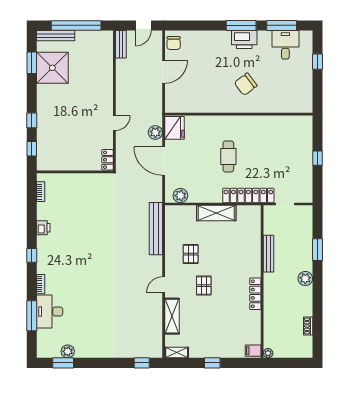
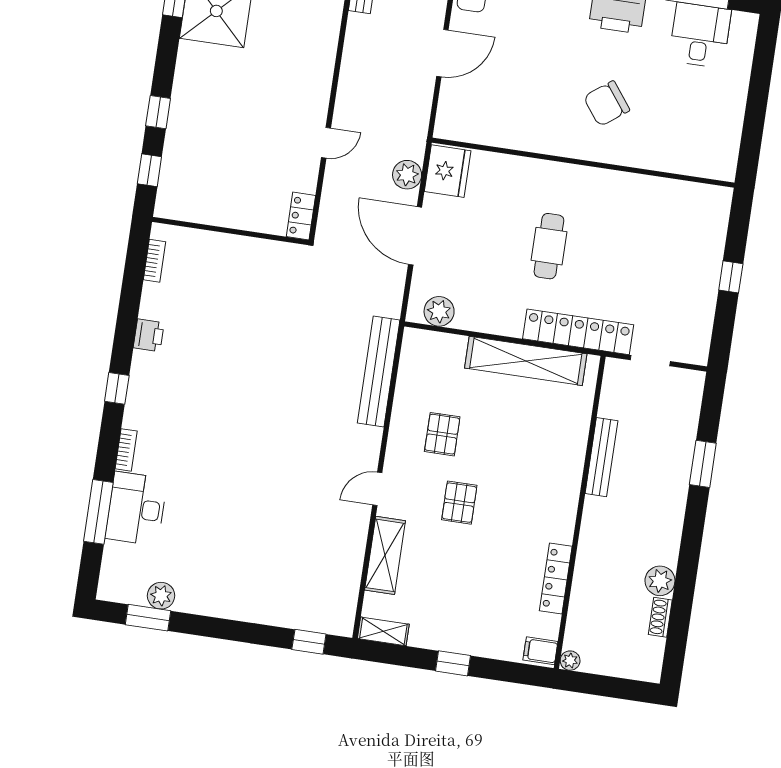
window: (317, 62) -> (760, 80), removed
shelving: (216, 213) -> (526, 361), width x1.47
plant: (305, 279) -> (660, 581), moved
locker: (255, 294) -> (556, 579), moved

